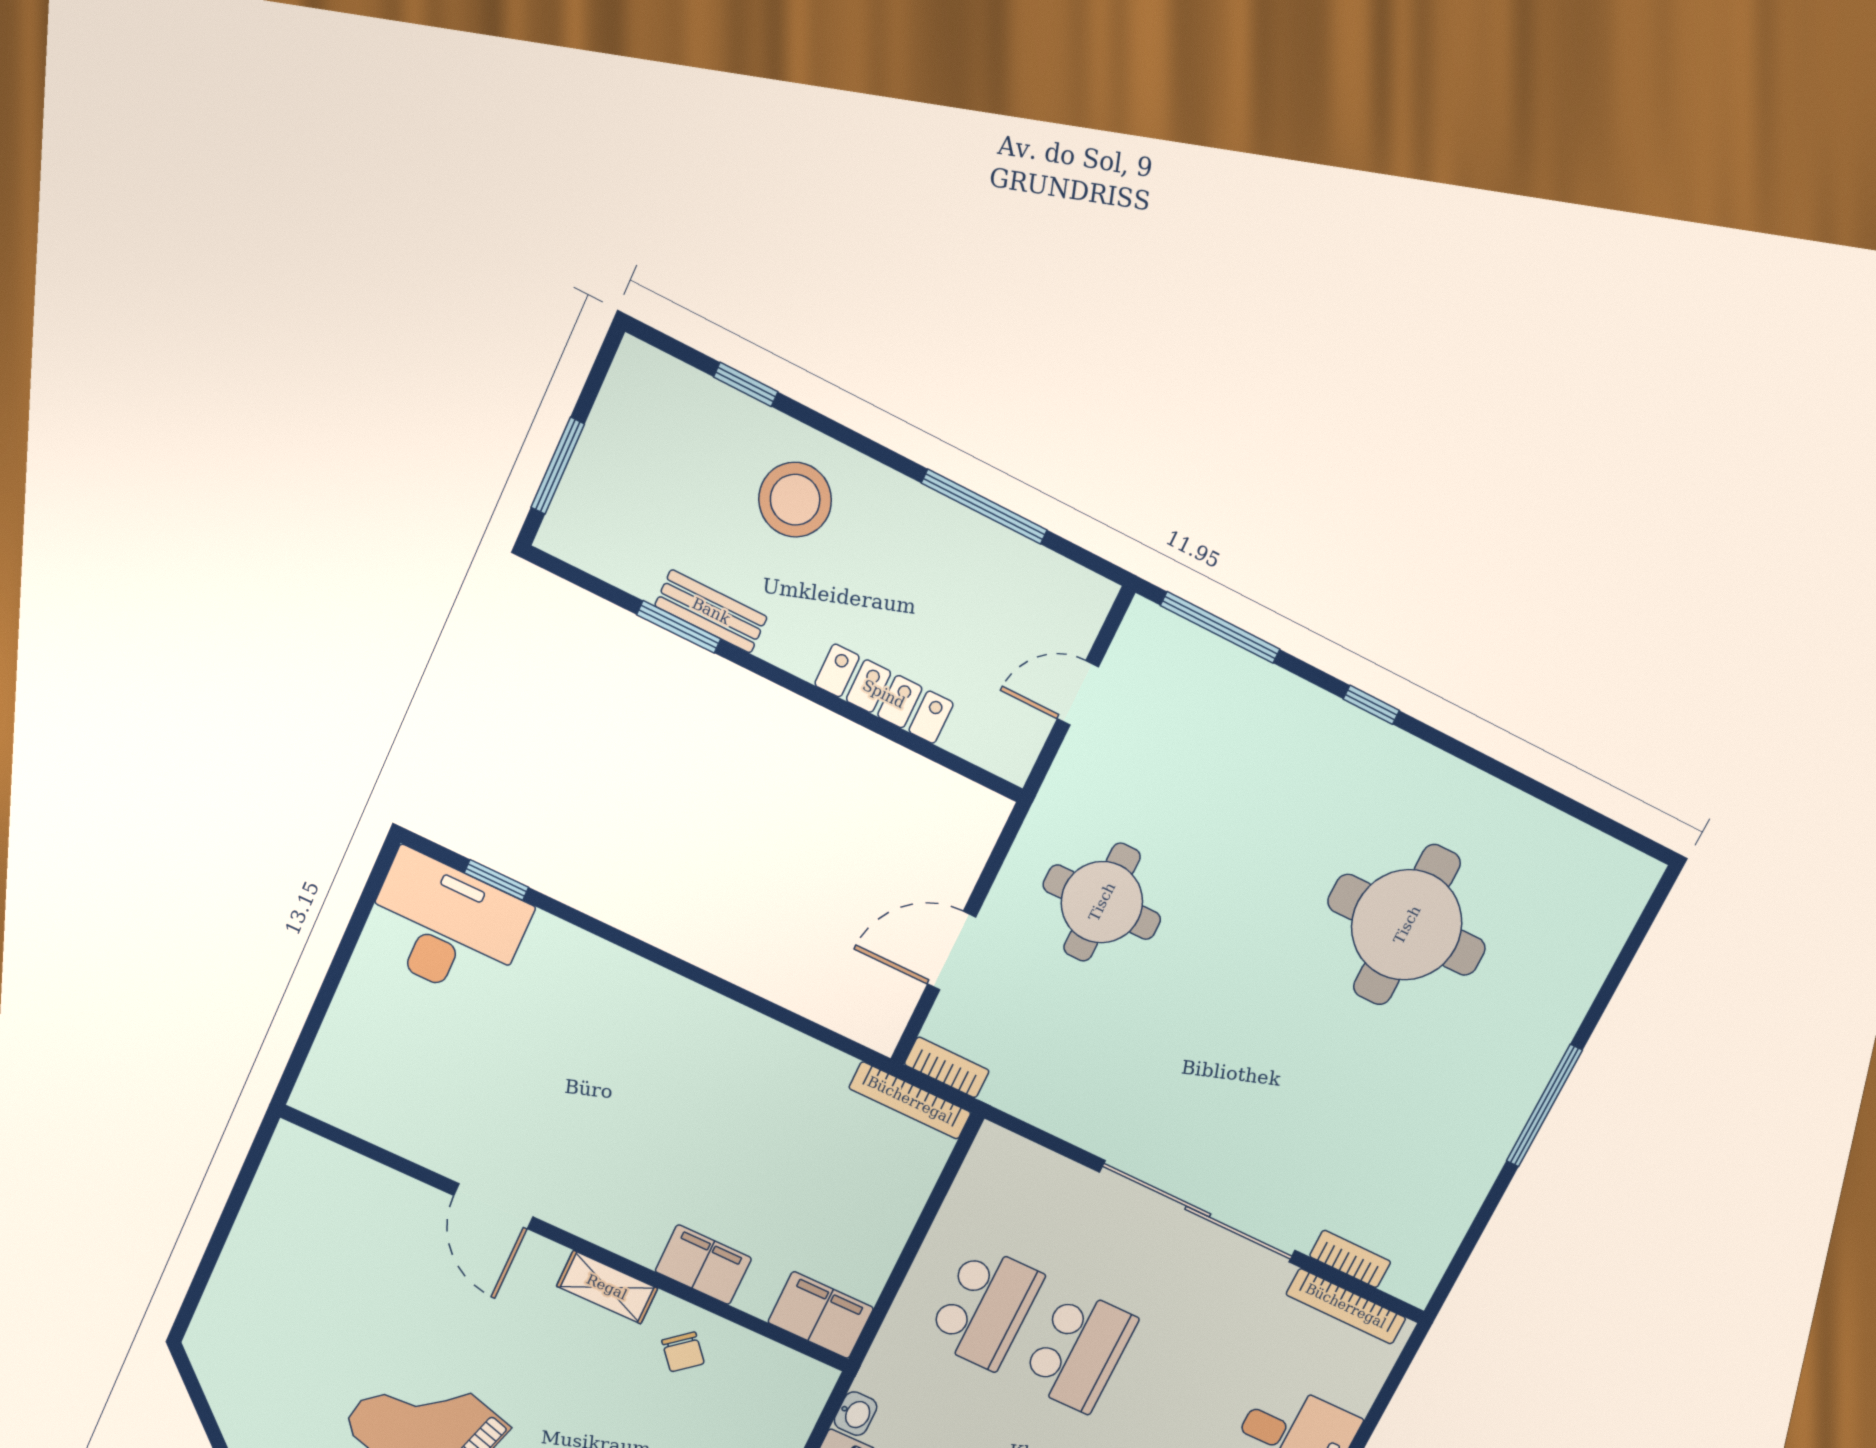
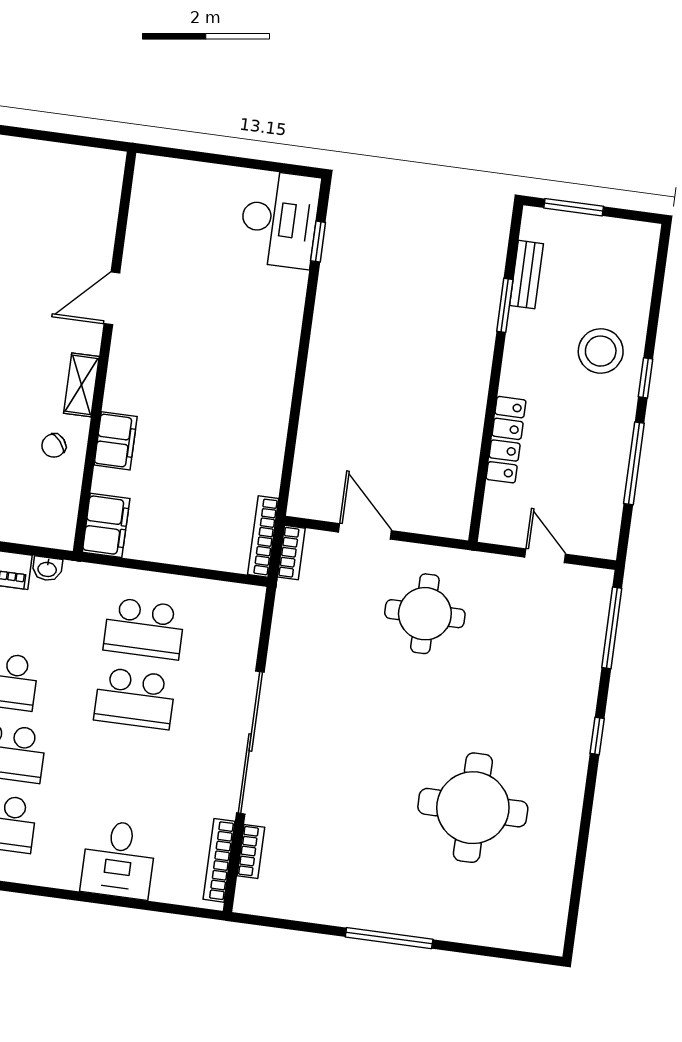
window: (746, 384) -> (646, 378), moved
bench: (711, 611) -> (526, 275), moved

